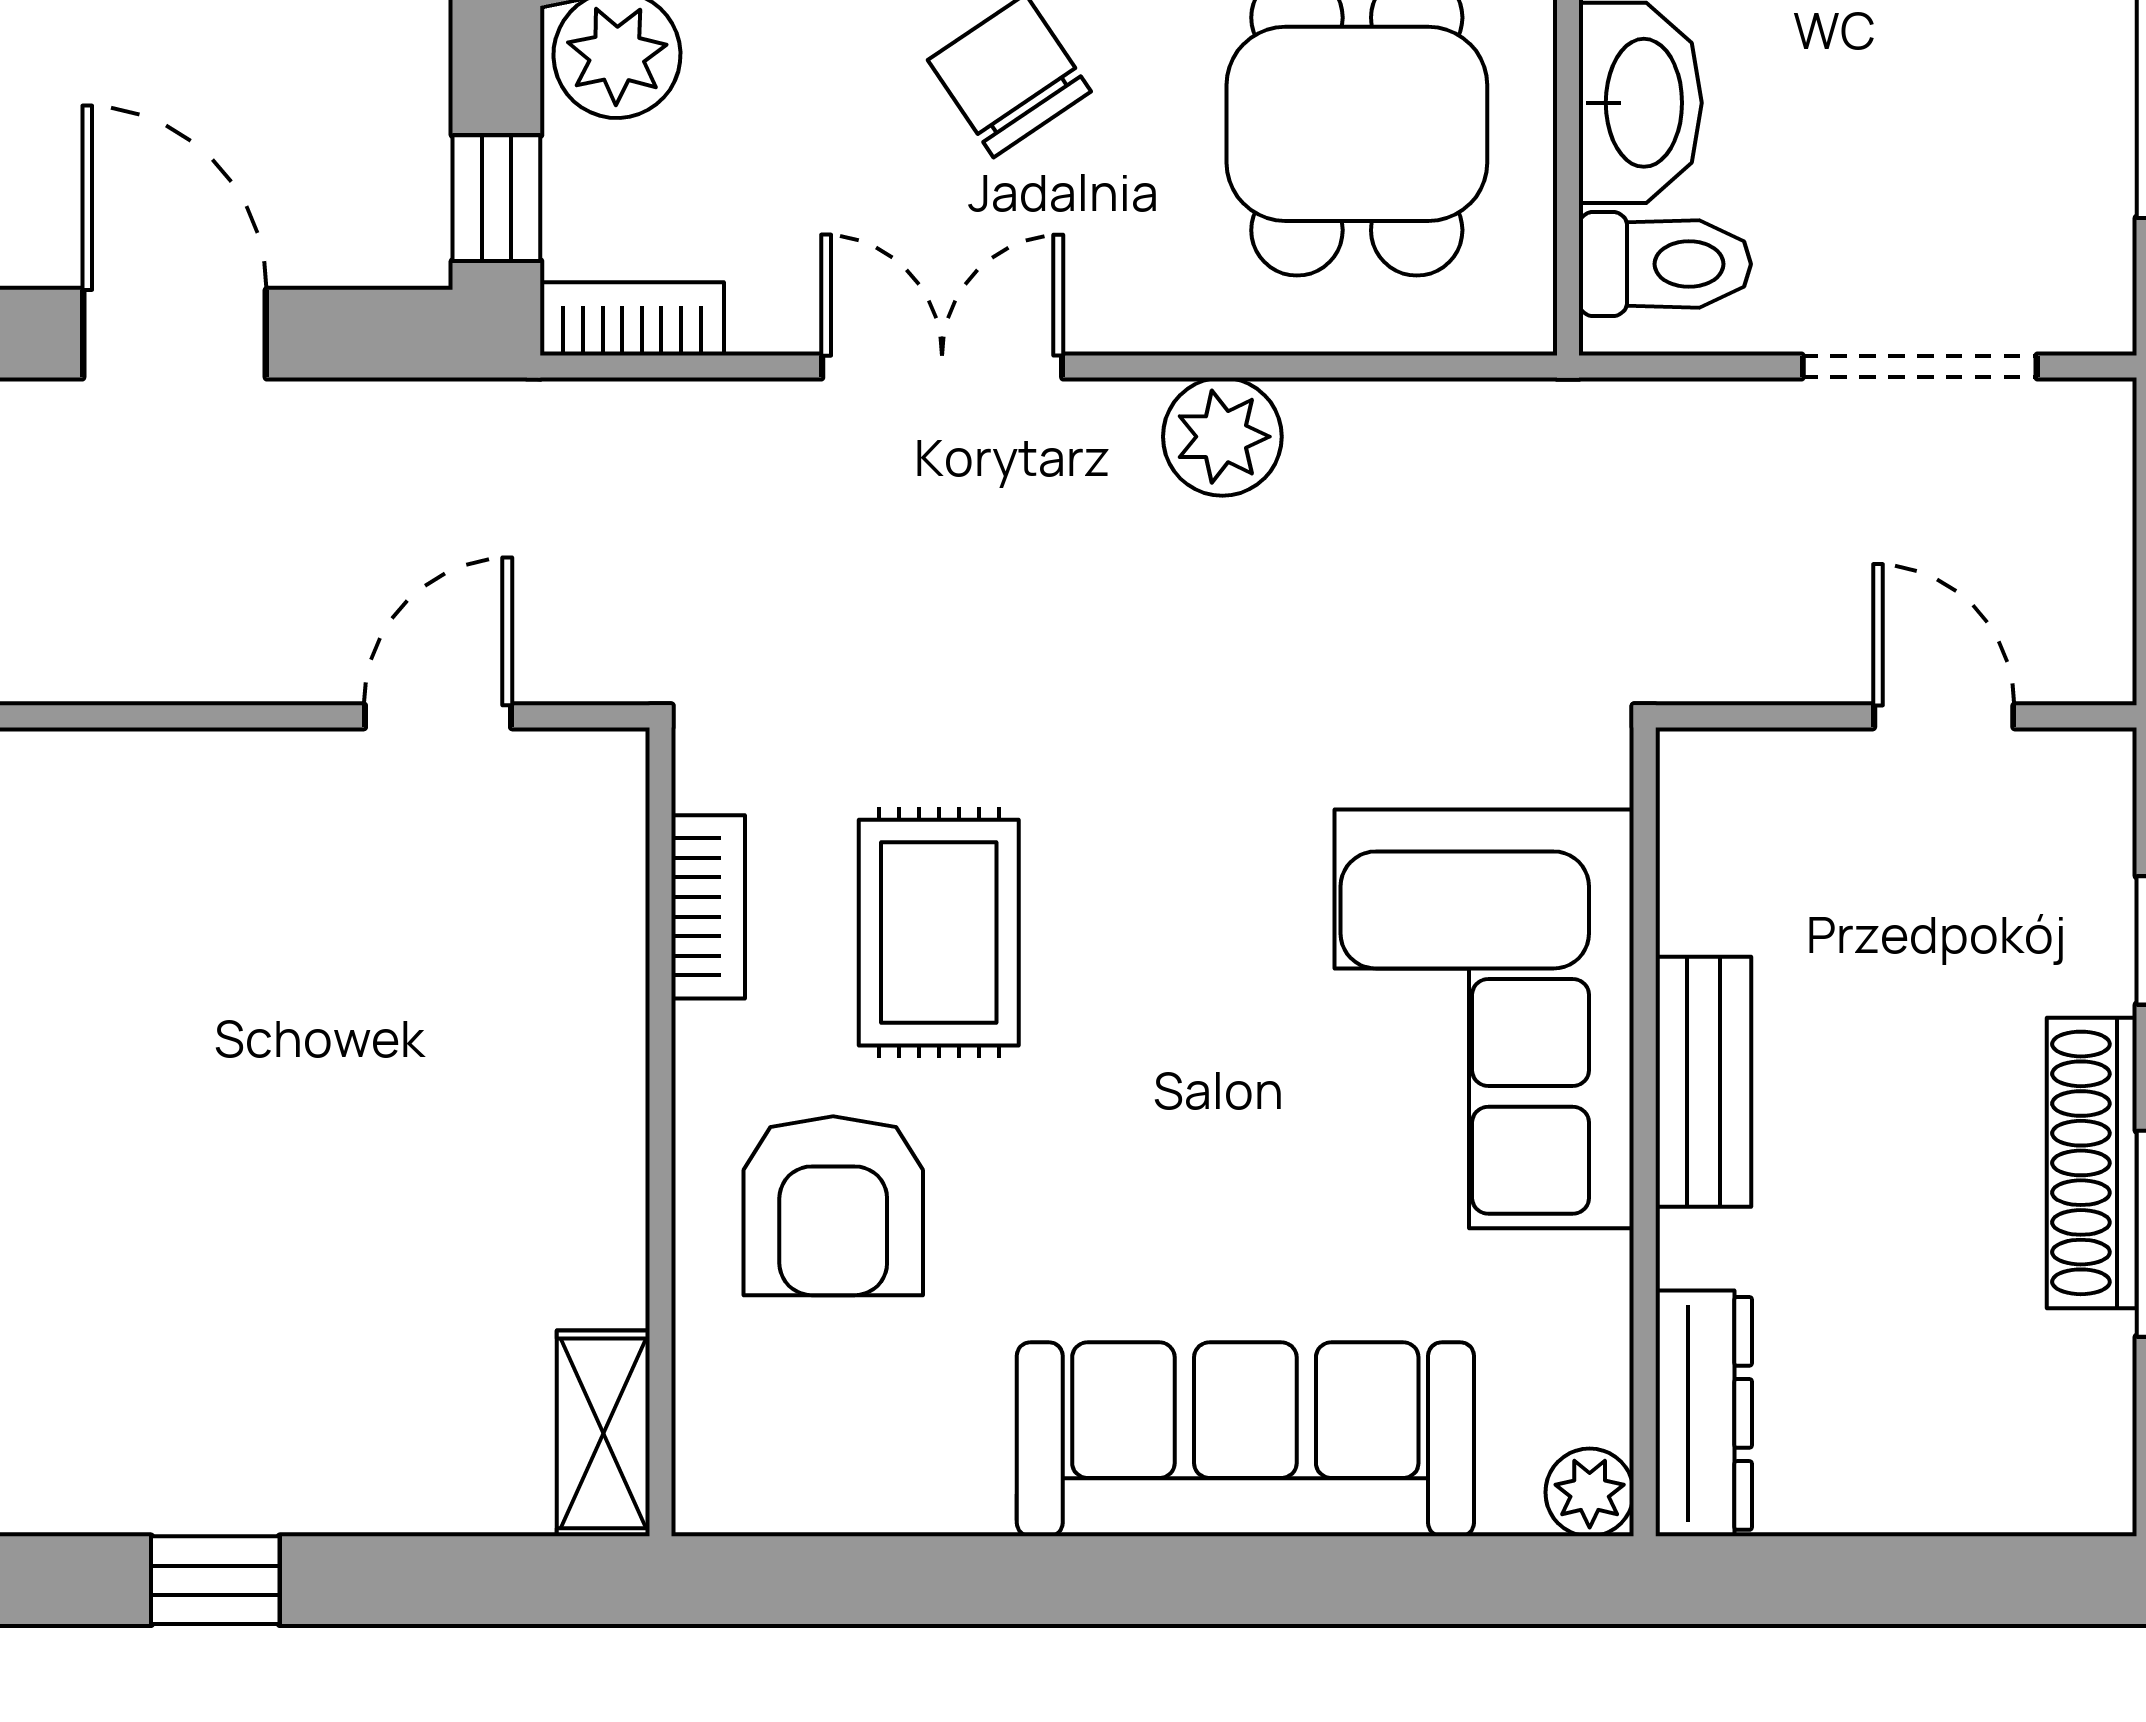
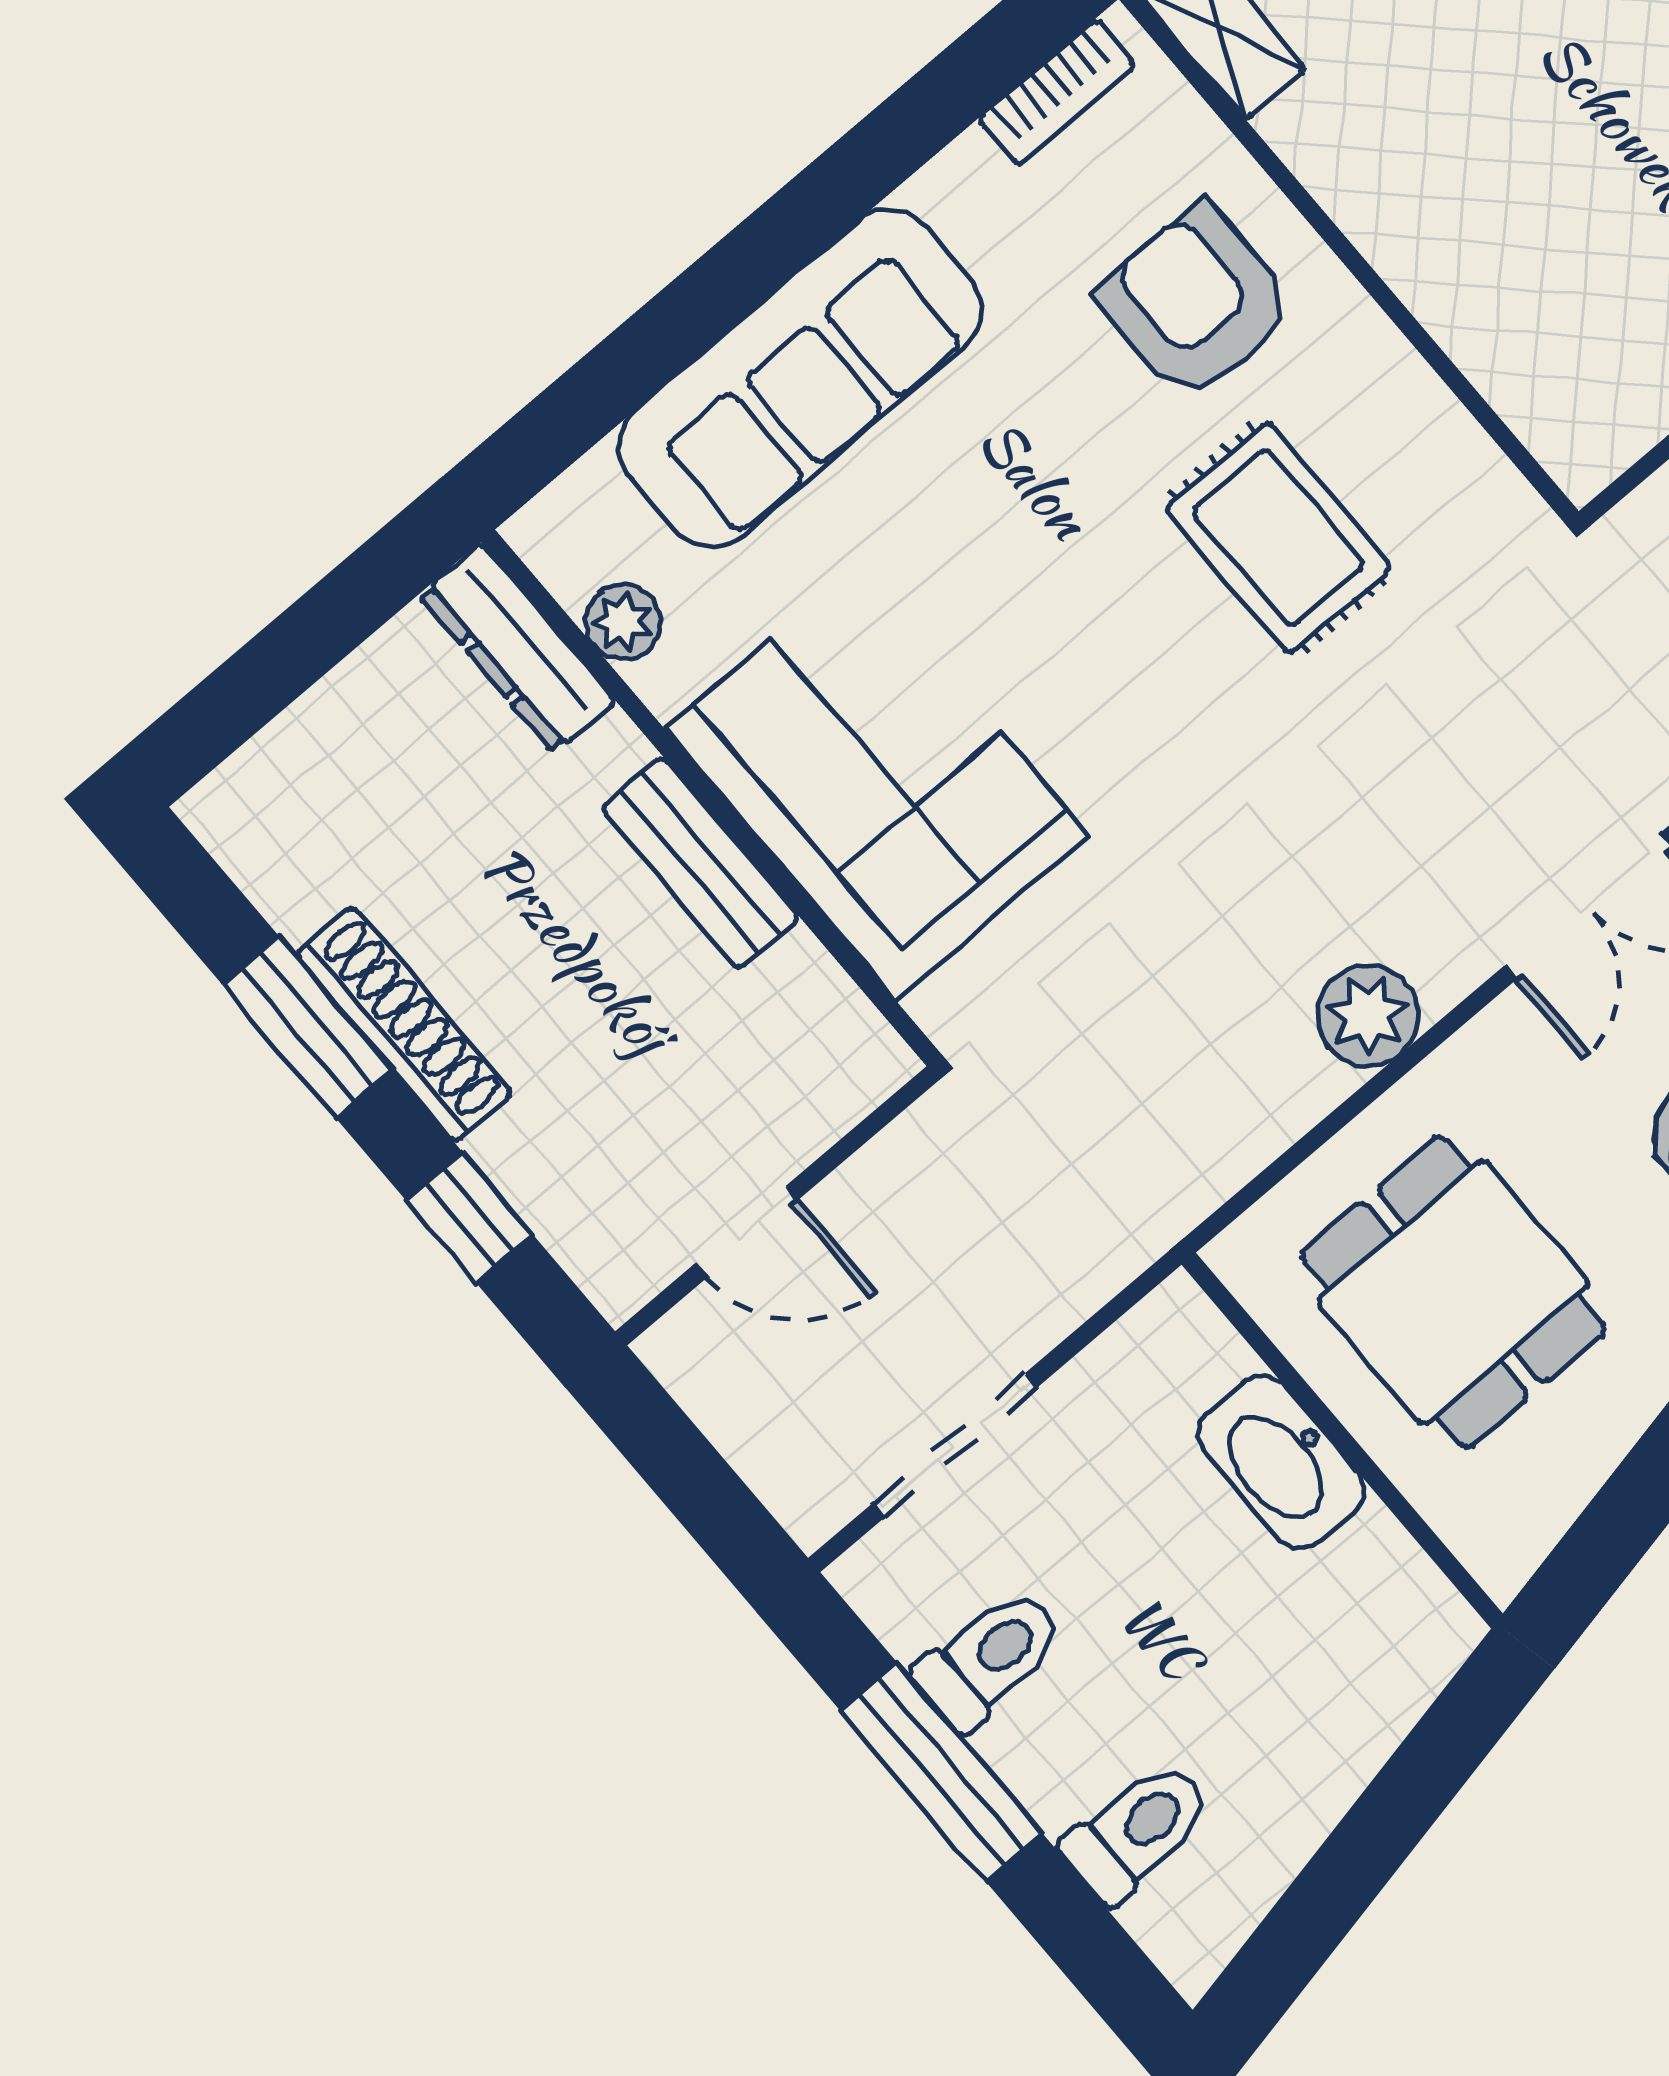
toilet: (1665, 264) -> (989, 1658), moved, turned 180
bookcase: (708, 907) -> (1057, 92), moved, turned -90
plant: (1590, 1492) -> (623, 622), moved

